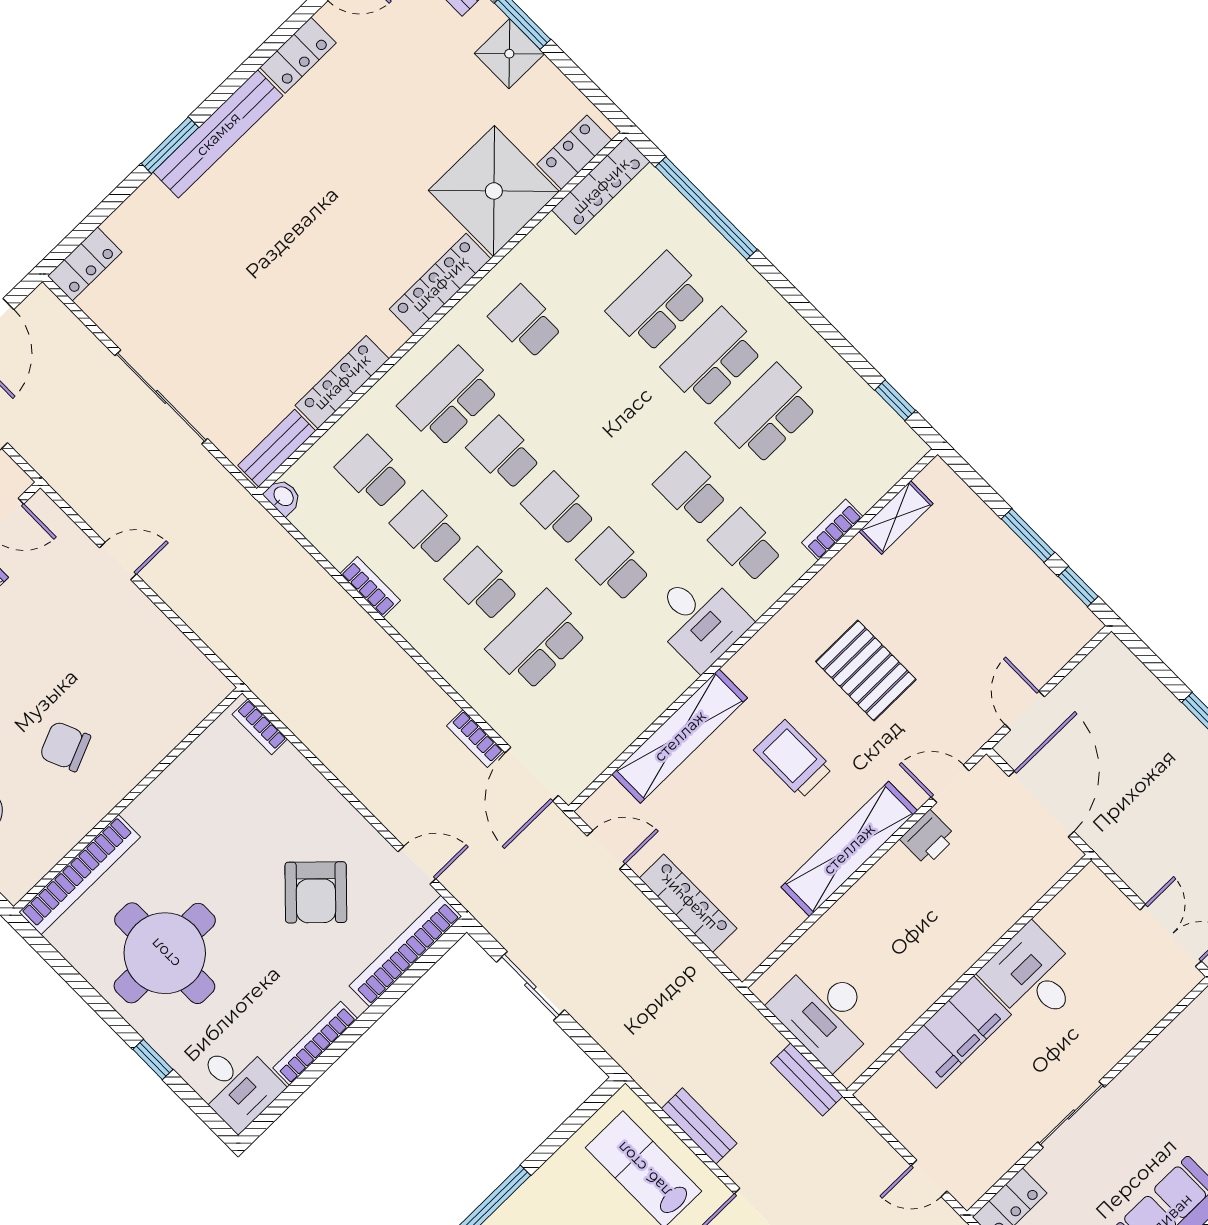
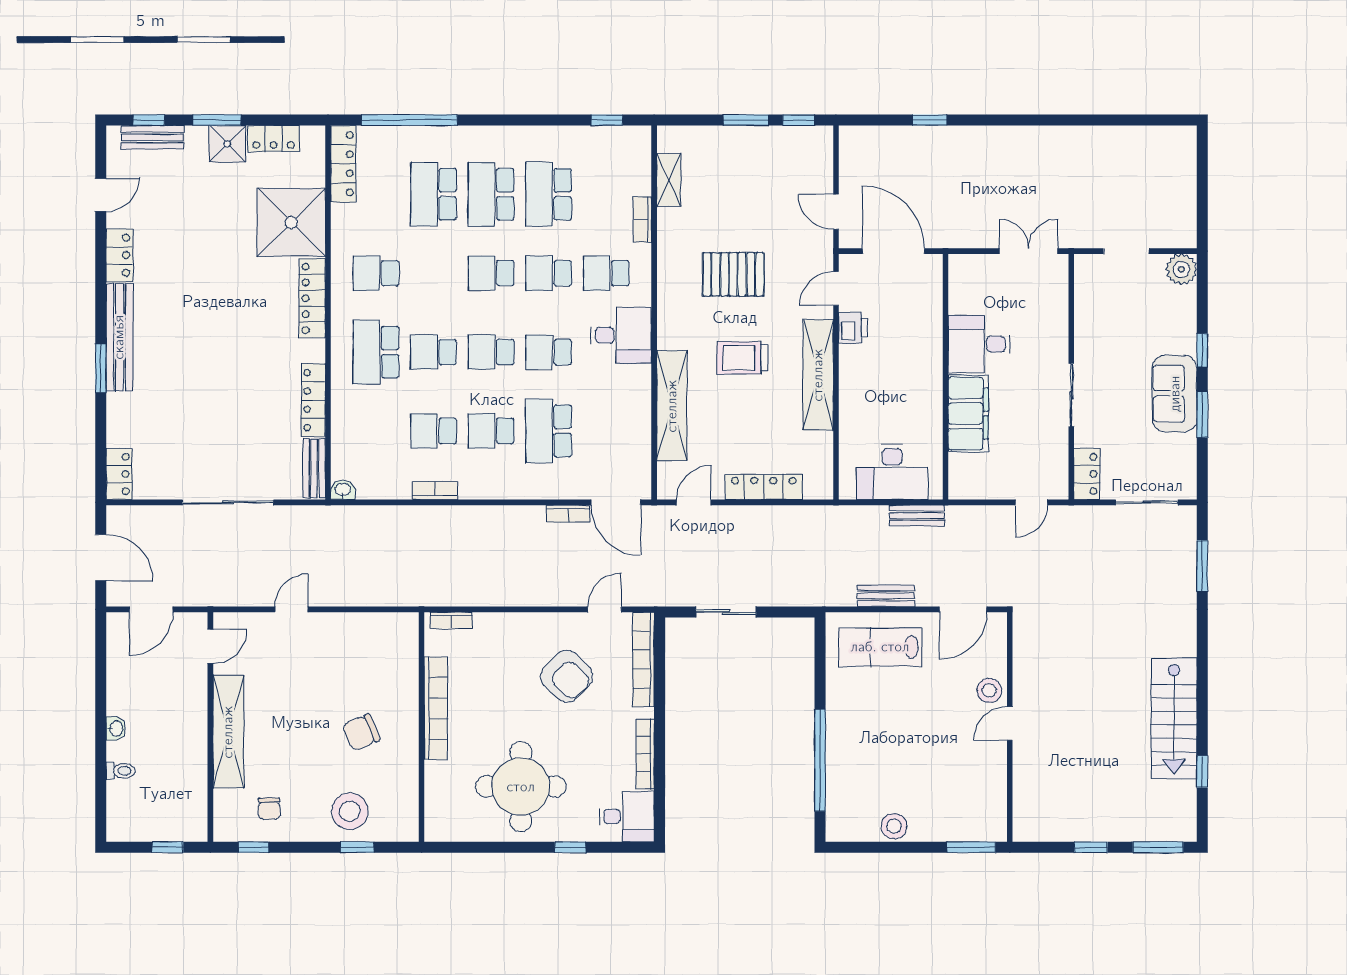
locker: (574, 152) -> (274, 139), moved, turned -90
school desk: (372, 473) -> (491, 273), moved
bookcase: (80, 875) -> (436, 708), moved

